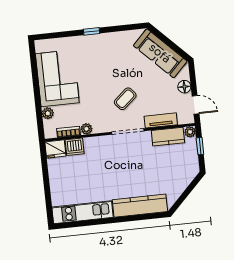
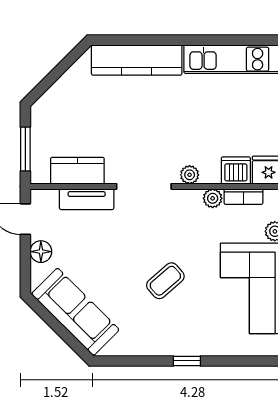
coffee table: (125, 99) -> (165, 281), moved
plant: (190, 132) -> (190, 175), moved
window: (200, 146) -> (25, 149), width x1.50

